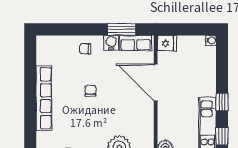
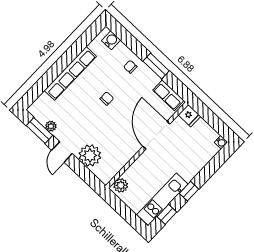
window: (122, 29) -> (156, 66), moved
water cooler: (111, 43) -> (111, 40), moved

